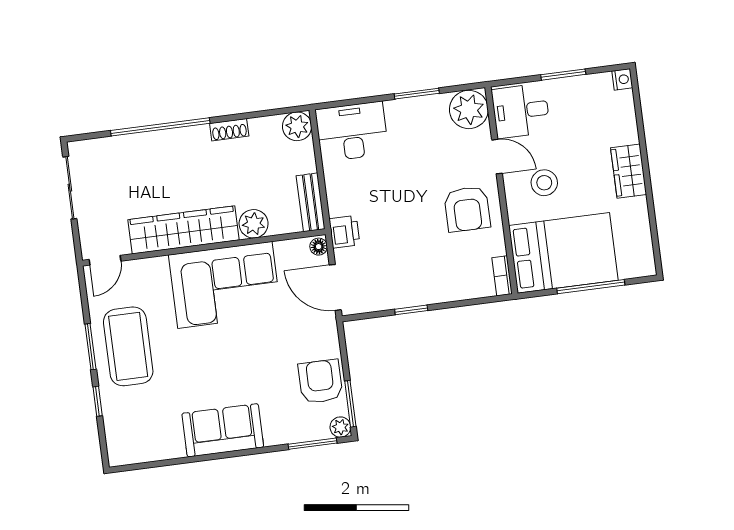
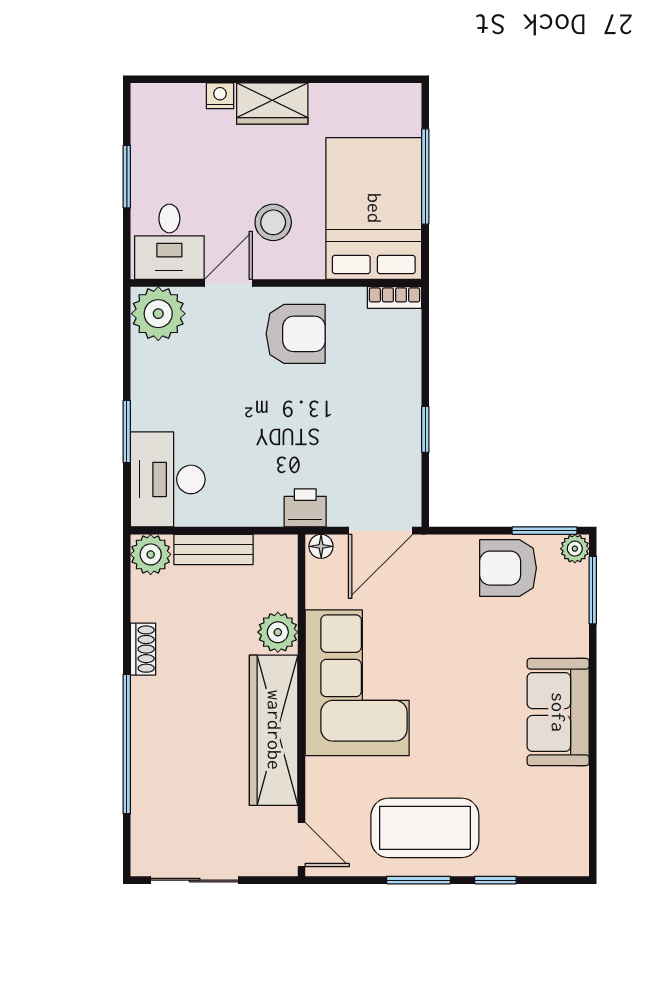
nightstand: (622, 79) -> (220, 96), moved
window: (417, 94) -> (127, 432), moved
bench: (311, 202) -> (213, 549), moved

